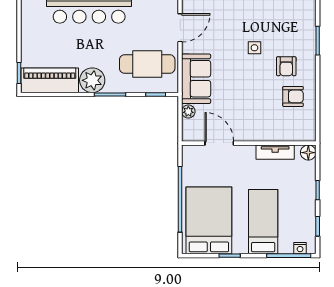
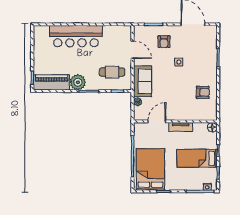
door: (180, 28) -> (132, 50), hinge flipped
cafe table: (147, 64) -> (112, 72), width x0.73, depth x0.74
armchair: (286, 66) -> (164, 42), moved
door: (219, 143) -> (157, 121), hinge flipped
tv unit: (275, 152) -> (181, 127), moved
bed: (263, 222) -> (197, 158), moved, turned -90

